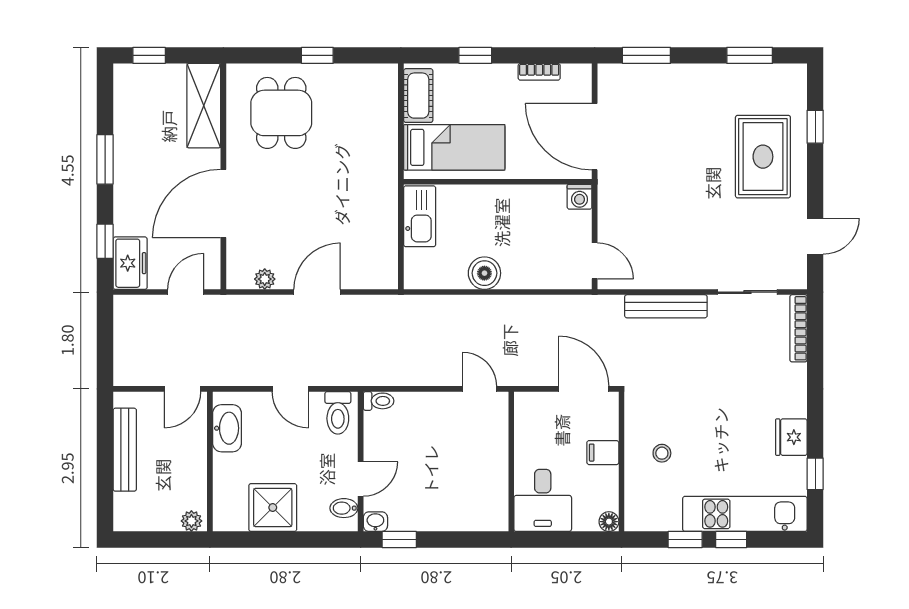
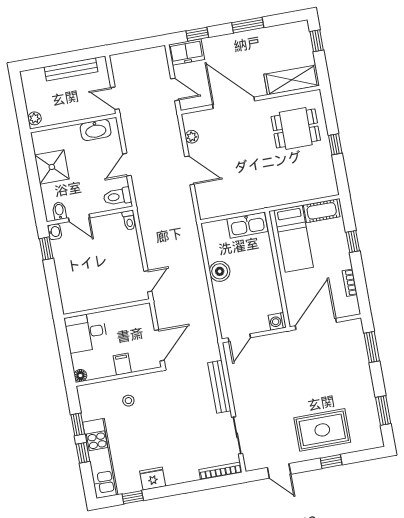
window: (815, 127) -> (331, 462), moved

